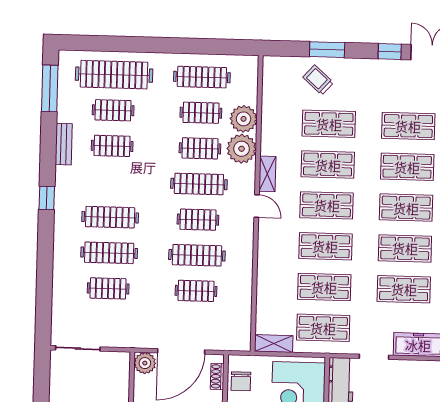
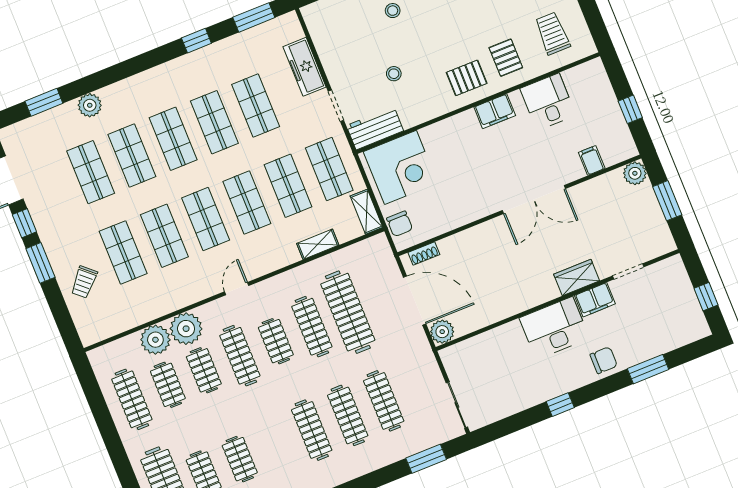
window: (327, 50) -> (40, 263), moved
shelving: (267, 174) -> (318, 244), moved
clothes rail: (108, 288) -> (384, 401), width x1.36
clothes rail: (196, 291) -> (348, 312), width x1.86, depth x1.31
window: (44, 303) -> (426, 459), added
chair: (241, 381) -> (400, 224), moved, turned 90

